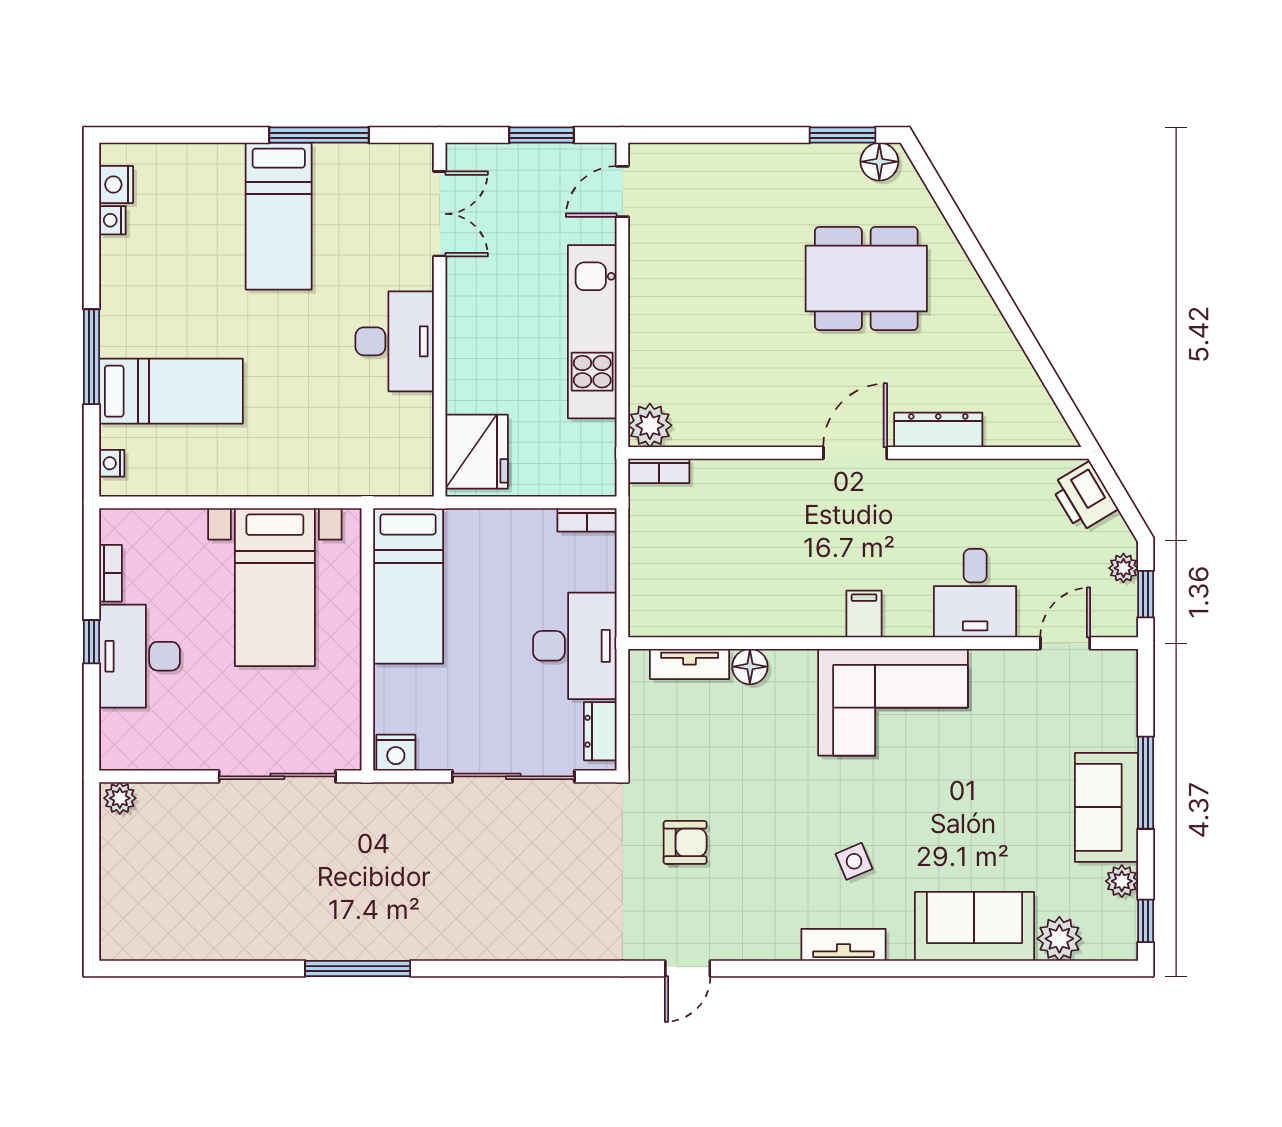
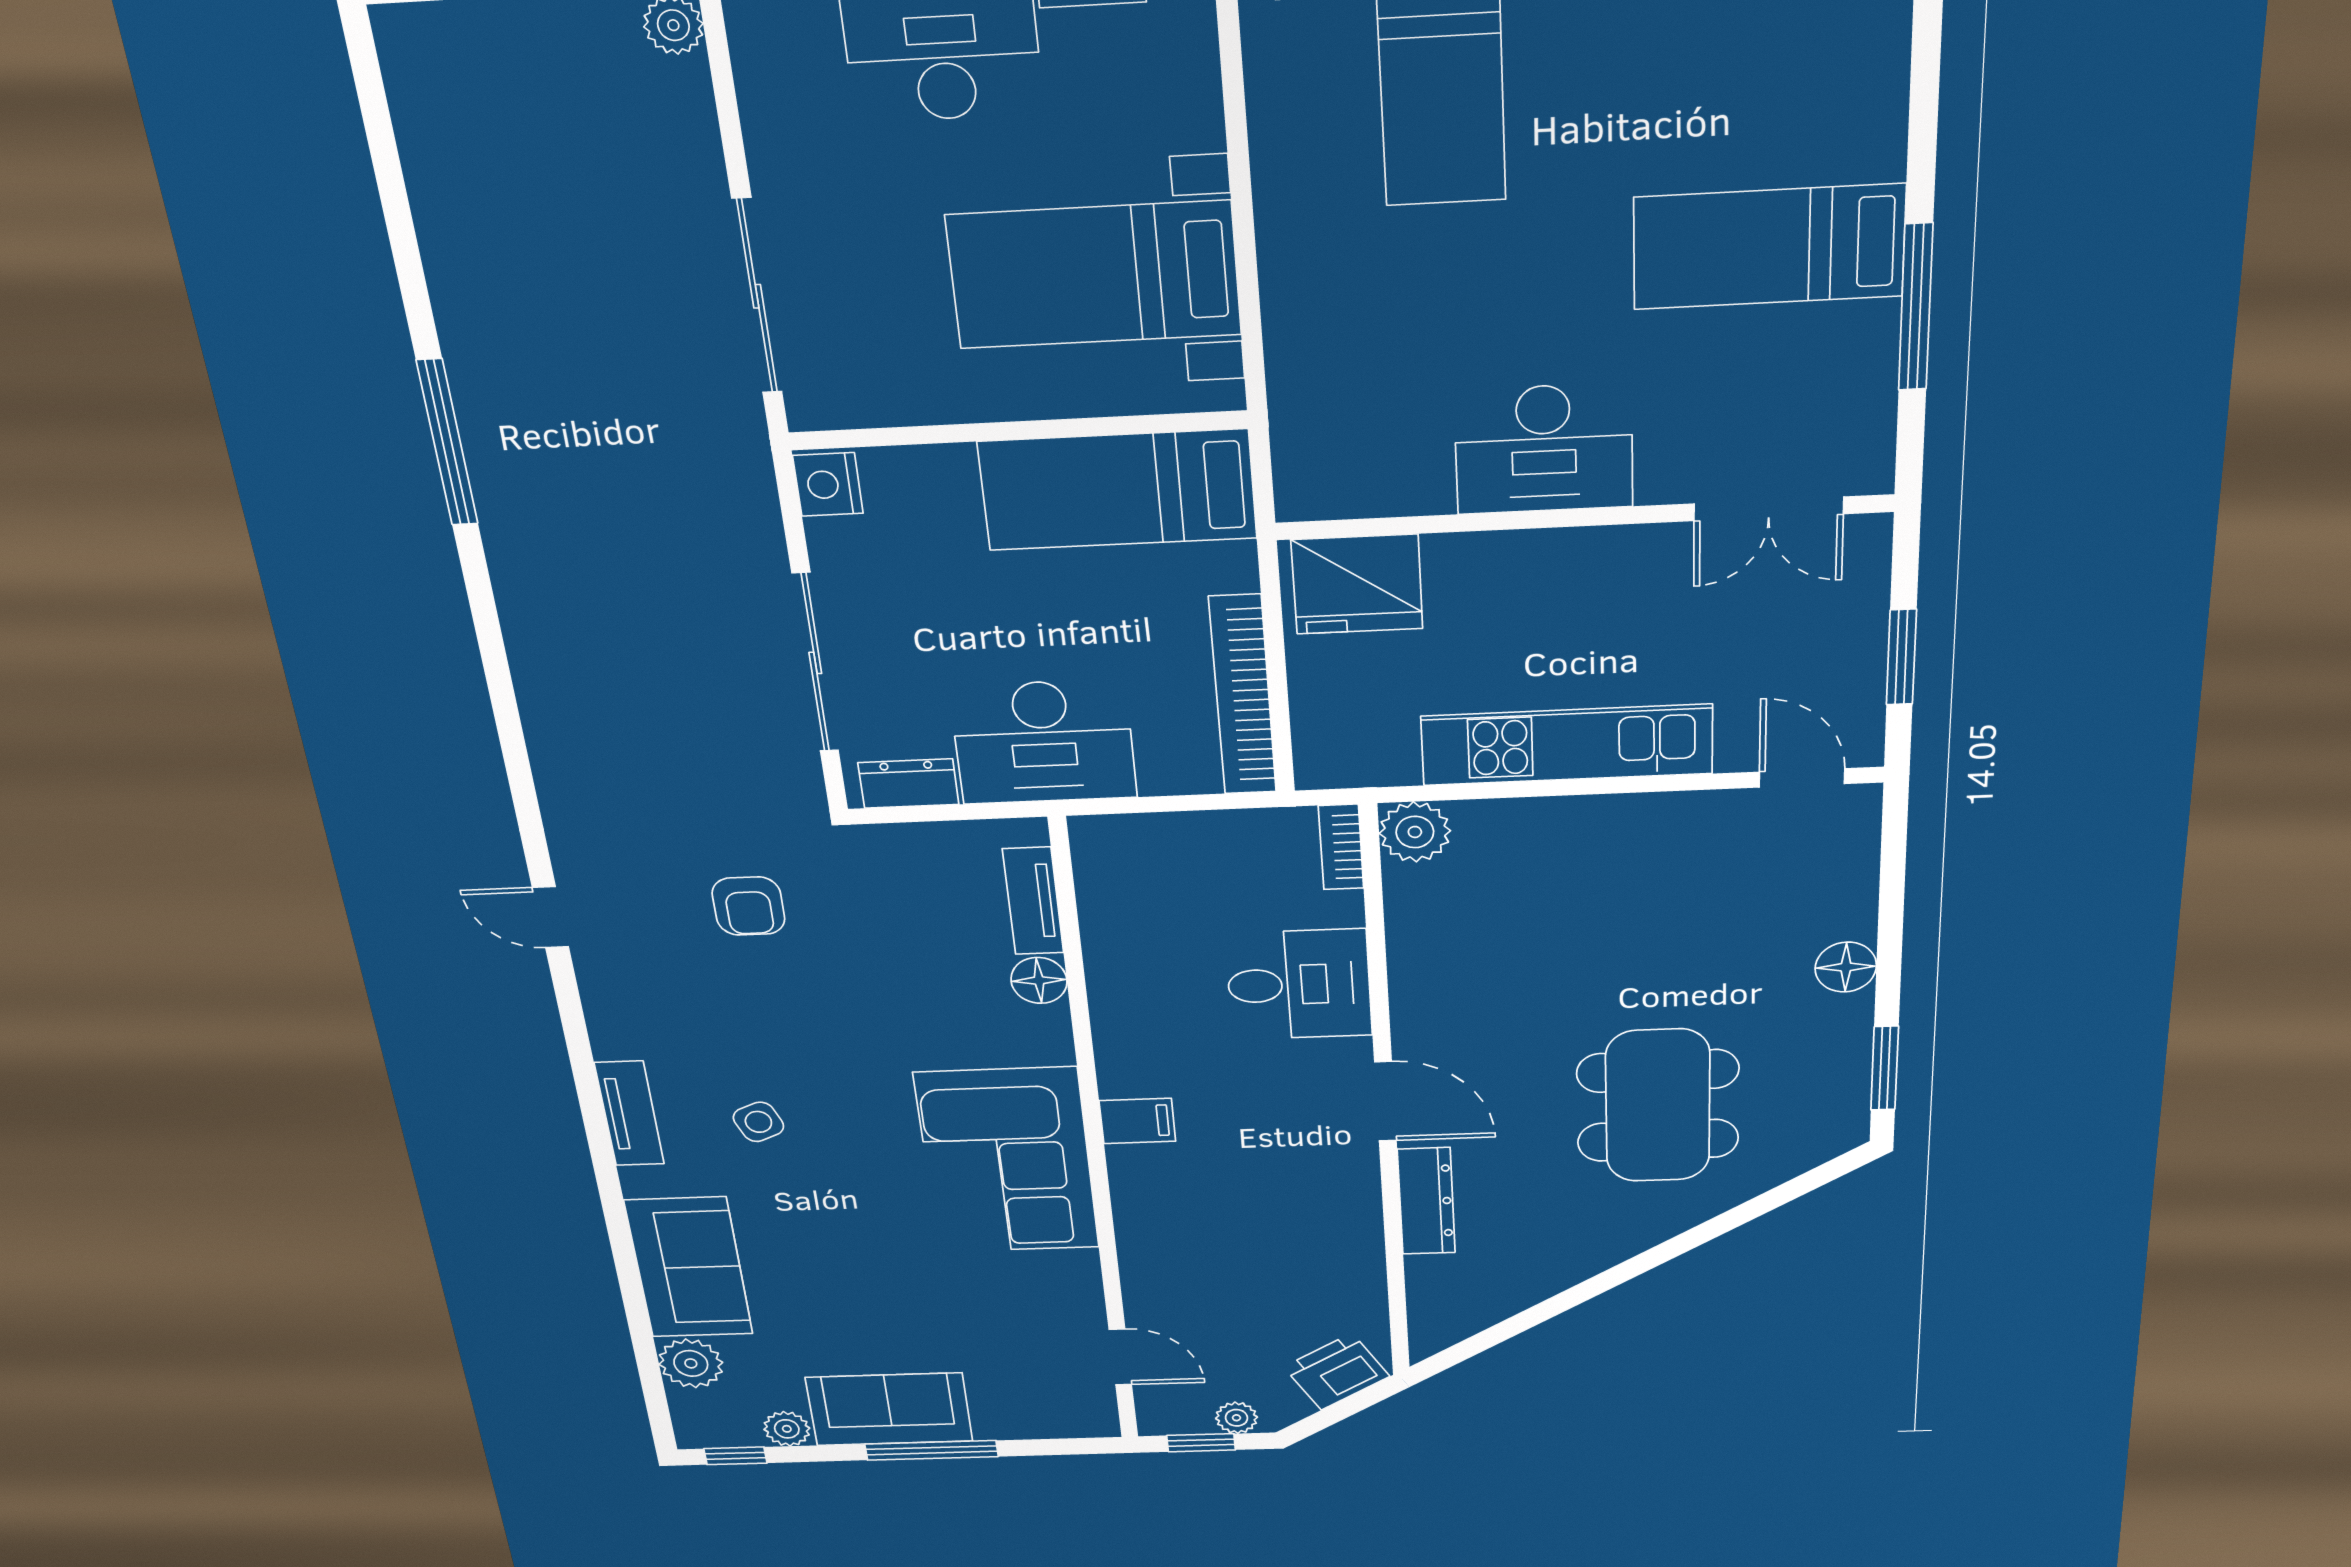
floor lamp: (879, 162) -> (1846, 967), moved
bookcase: (587, 520) -> (1243, 695), width x2.31, depth x1.31
desk: (975, 593) -> (1299, 985), moved, turned 180

